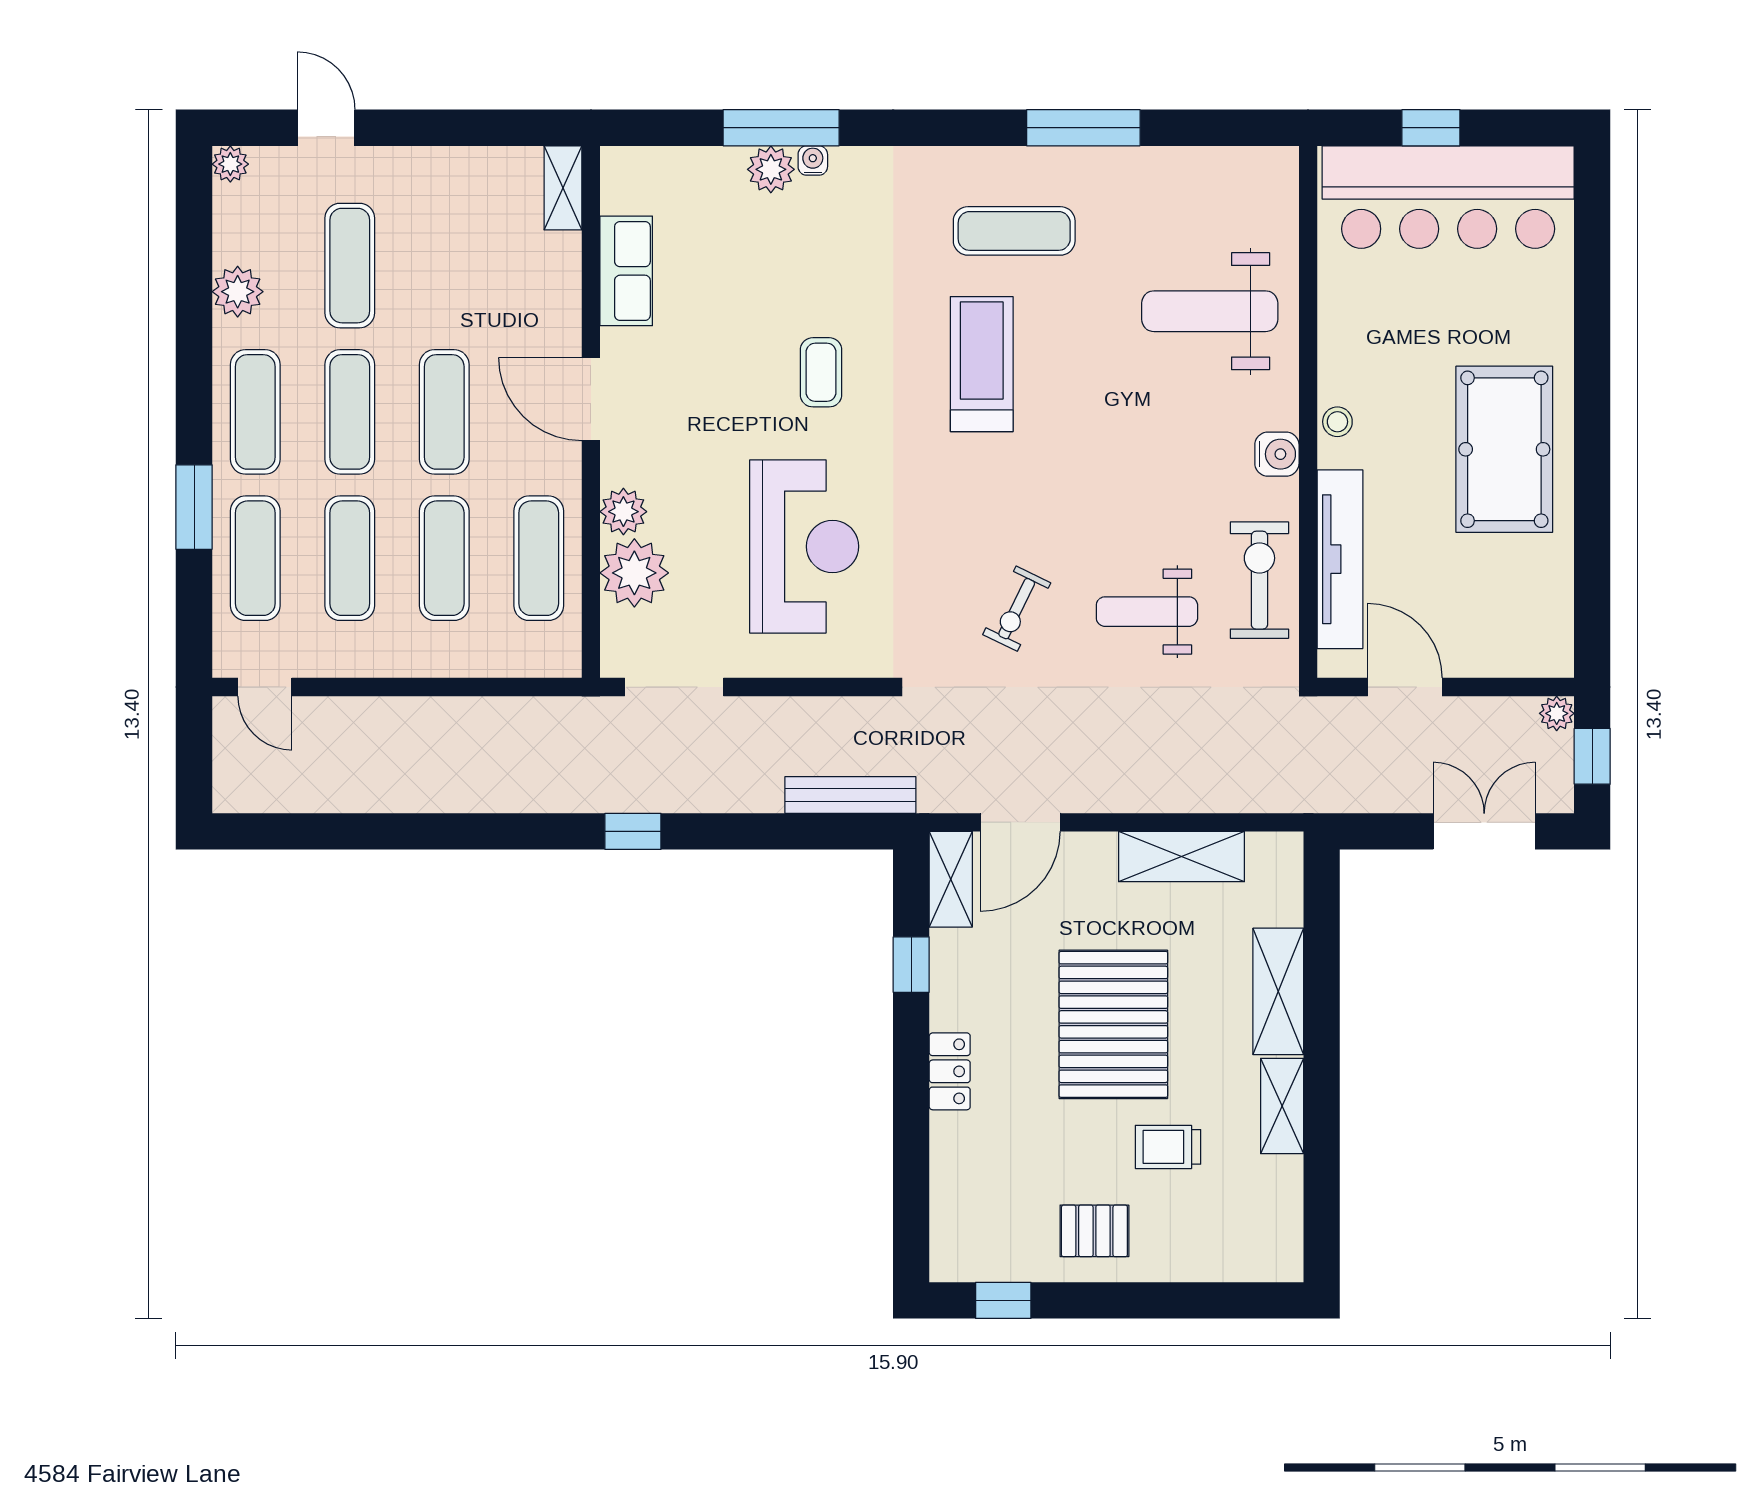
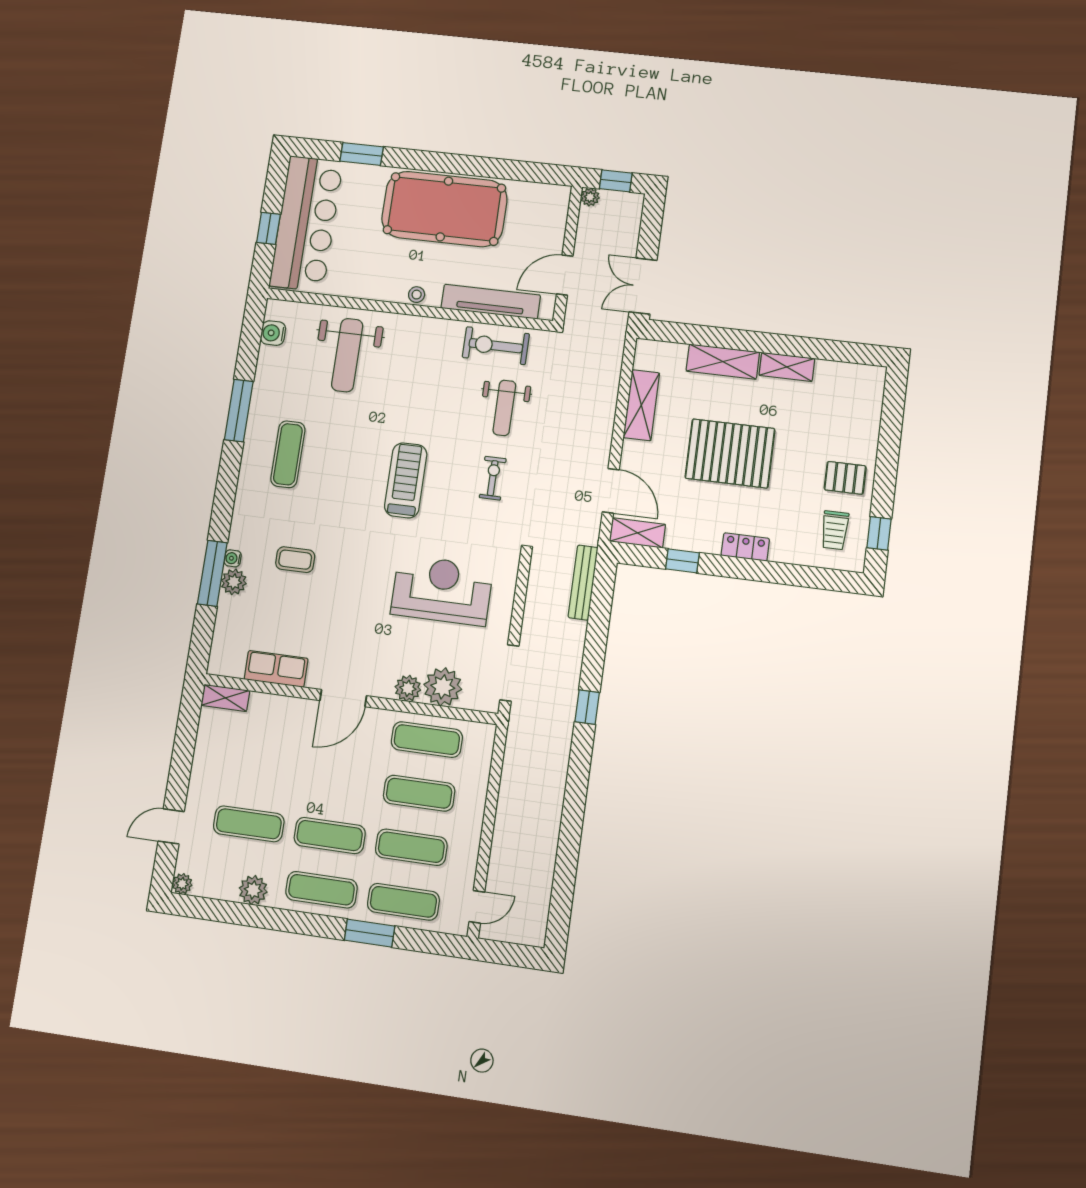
window: (1592, 280) -> (362, 154), added
treadmill: (982, 364) -> (406, 480), moved, turned 90
coffee table: (821, 372) -> (295, 560), moved
exercise mat: (444, 412) -> (338, 782), removed
pool table: (1504, 449) -> (444, 209), width x1.36, depth x1.32
water cooler: (1277, 454) -> (273, 333), moved, turned -90
exercise bike: (1017, 609) -> (493, 478), turned -116
double door: (1484, 831) -> (643, 286), moved
trolley: (1168, 1147) -> (835, 530), moved
pallet: (1094, 1231) -> (845, 478), turned 90

